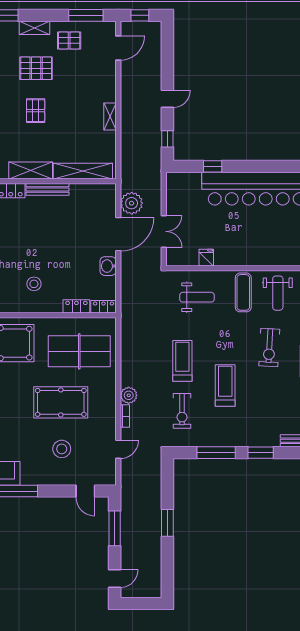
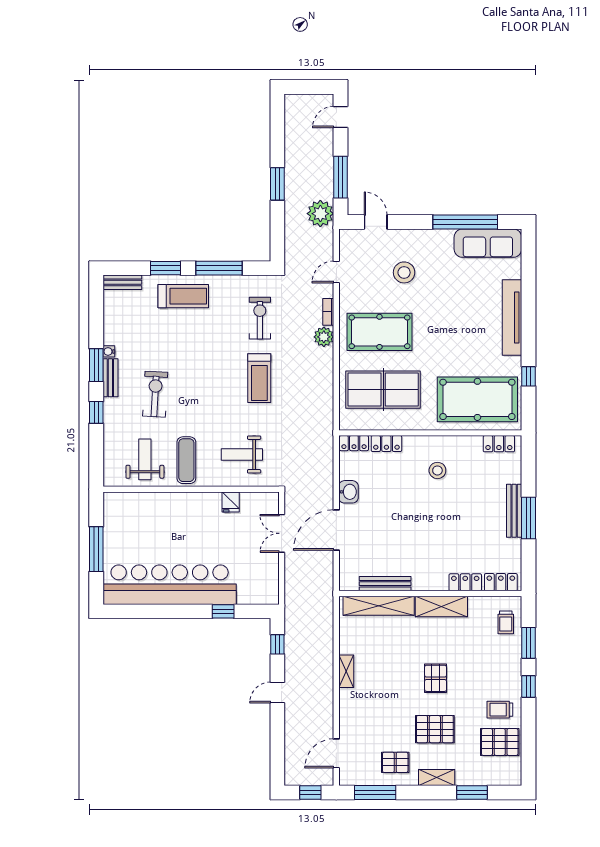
bench: (48, 189) -> (385, 584), moved
plant: (132, 203) -> (320, 214), moved
treadmill: (225, 386) -> (183, 296), moved, turned -90
pool table: (61, 402) -> (379, 332), moved

